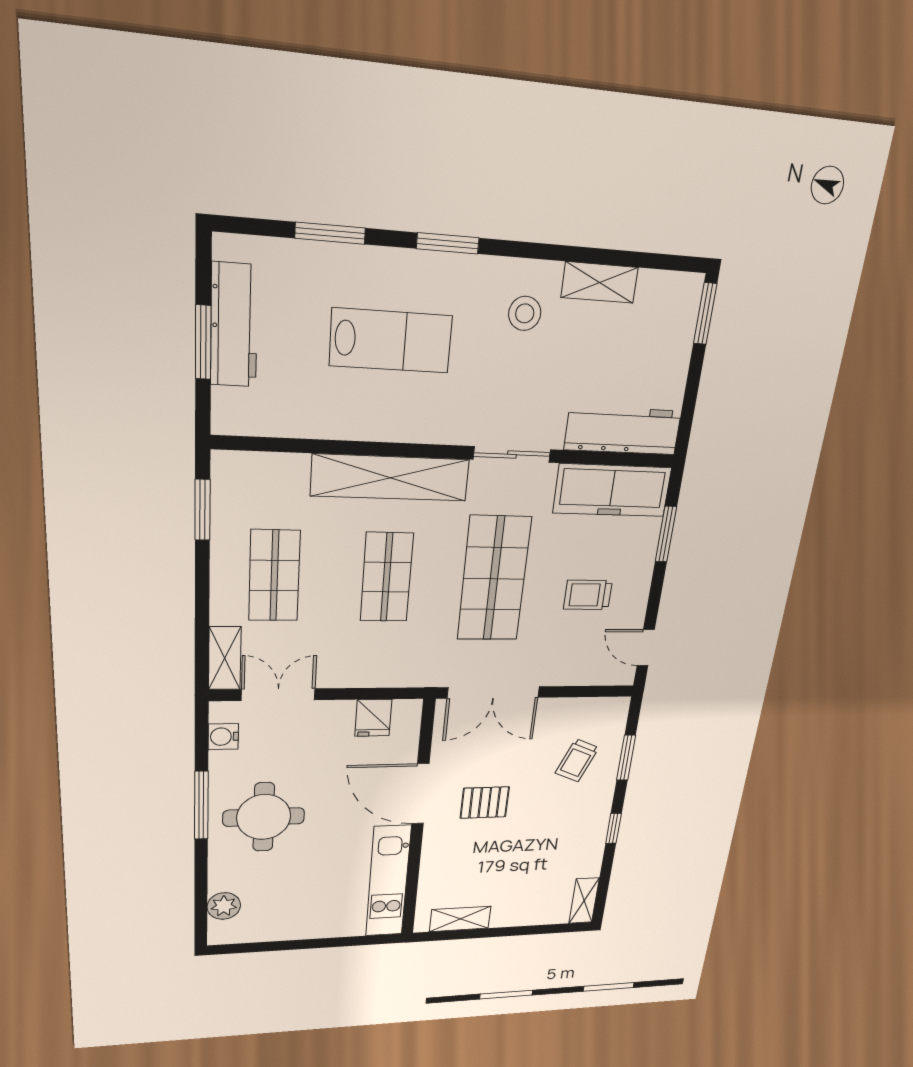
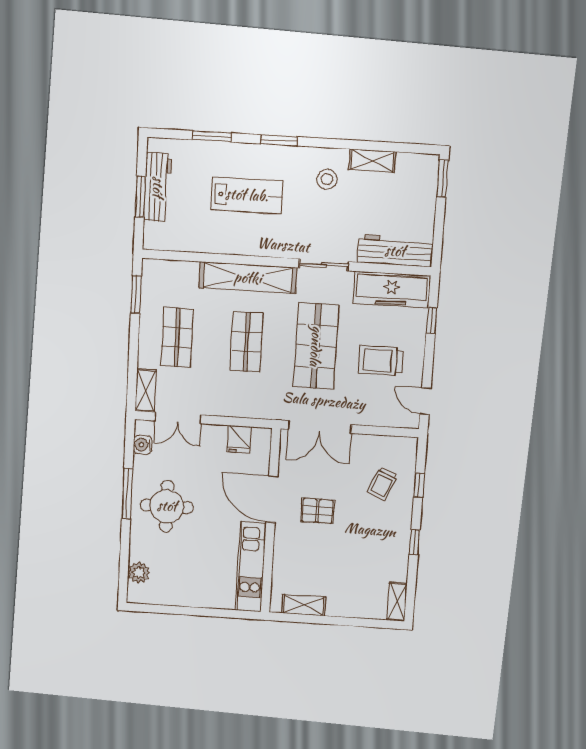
window: (666, 534) -> (432, 321), width x0.67
trolley: (588, 595) -> (381, 361), width x1.36, depth x1.39
double door: (278, 695) -> (178, 418), swing flipped
window: (626, 758) -> (419, 485), width x0.67

